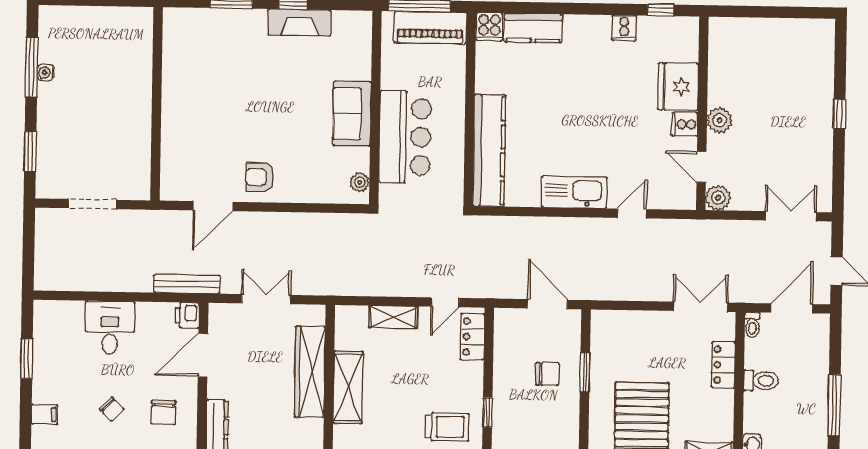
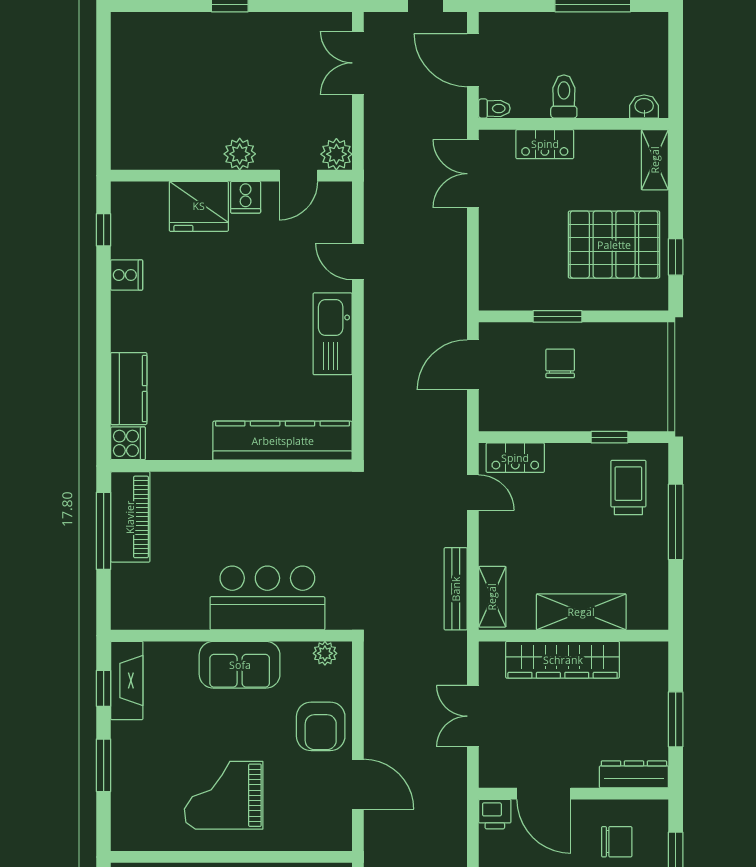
grand piano: (206, 98) -> (224, 795), added
wall: (375, 108) -> (231, 636), moved
sofa: (352, 114) -> (240, 665), moved
bar counter: (405, 137) -> (267, 598), moved
armchair: (260, 177) -> (321, 726), width x1.38, depth x1.38
plant: (360, 182) -> (325, 653), moved
bench: (187, 284) -> (456, 589), moved
shelving: (393, 317) -> (492, 597), moved

